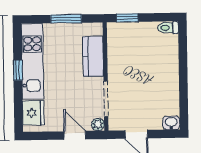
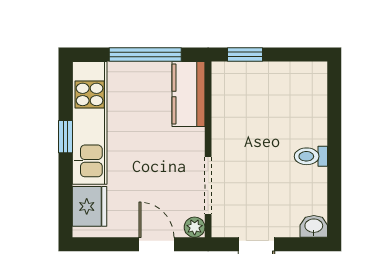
window: (66, 19) -> (145, 54), width x1.44
toilet: (168, 28) -> (311, 156), moved
kitchen counter: (93, 56) -> (188, 94), moved

